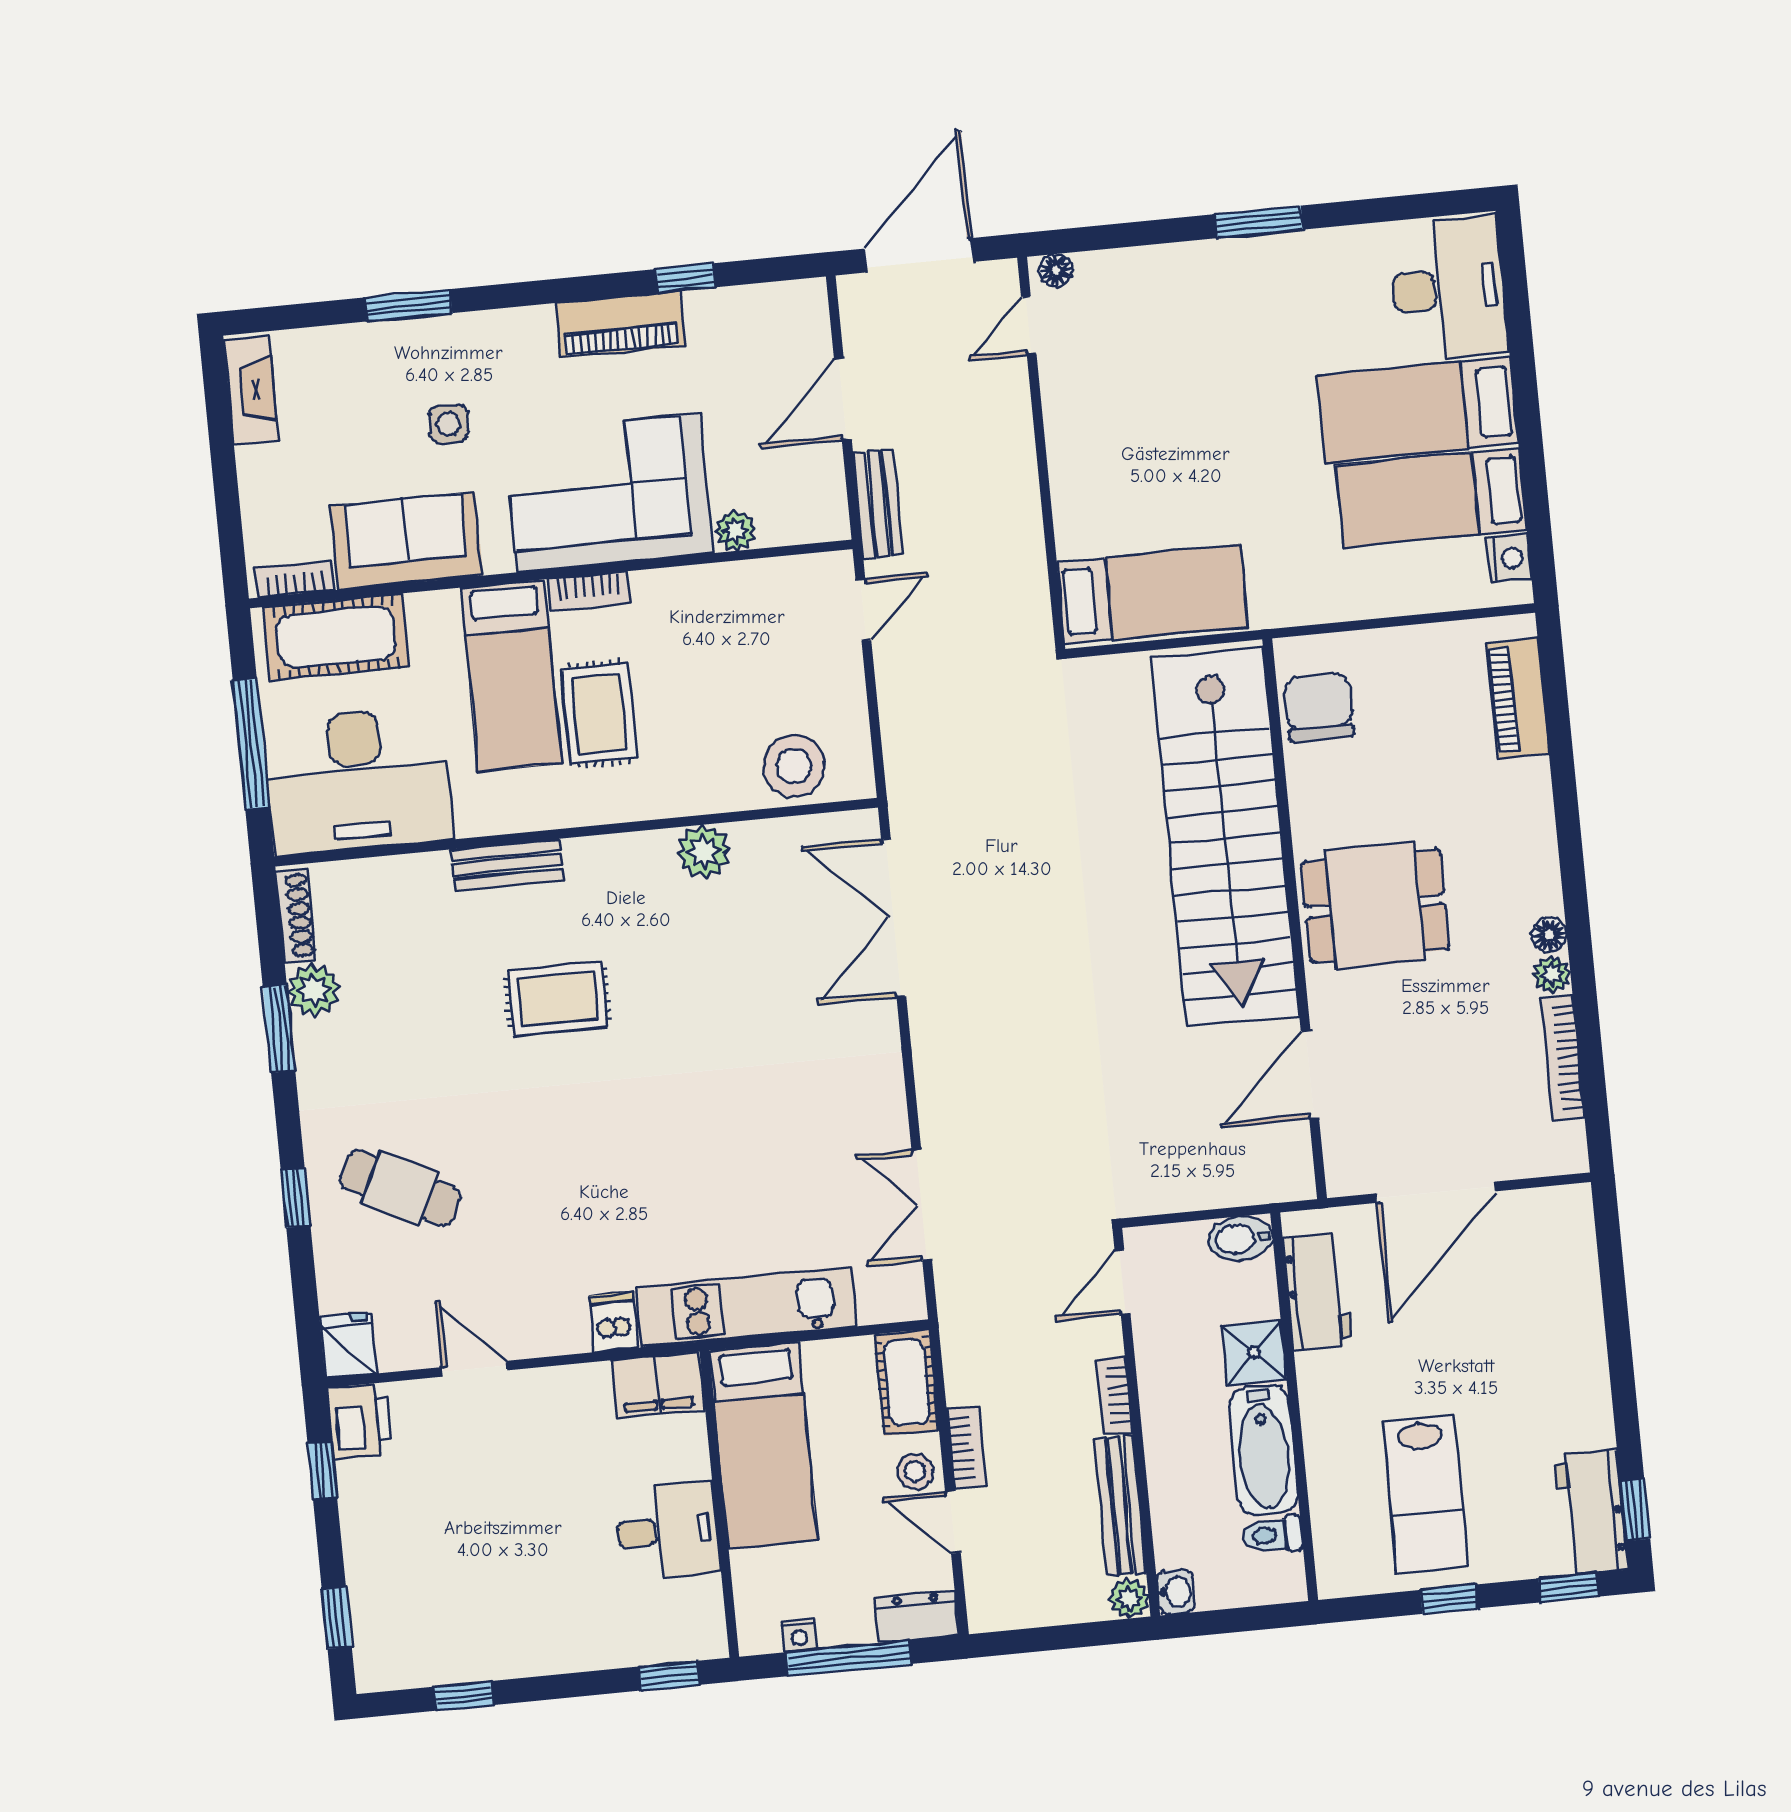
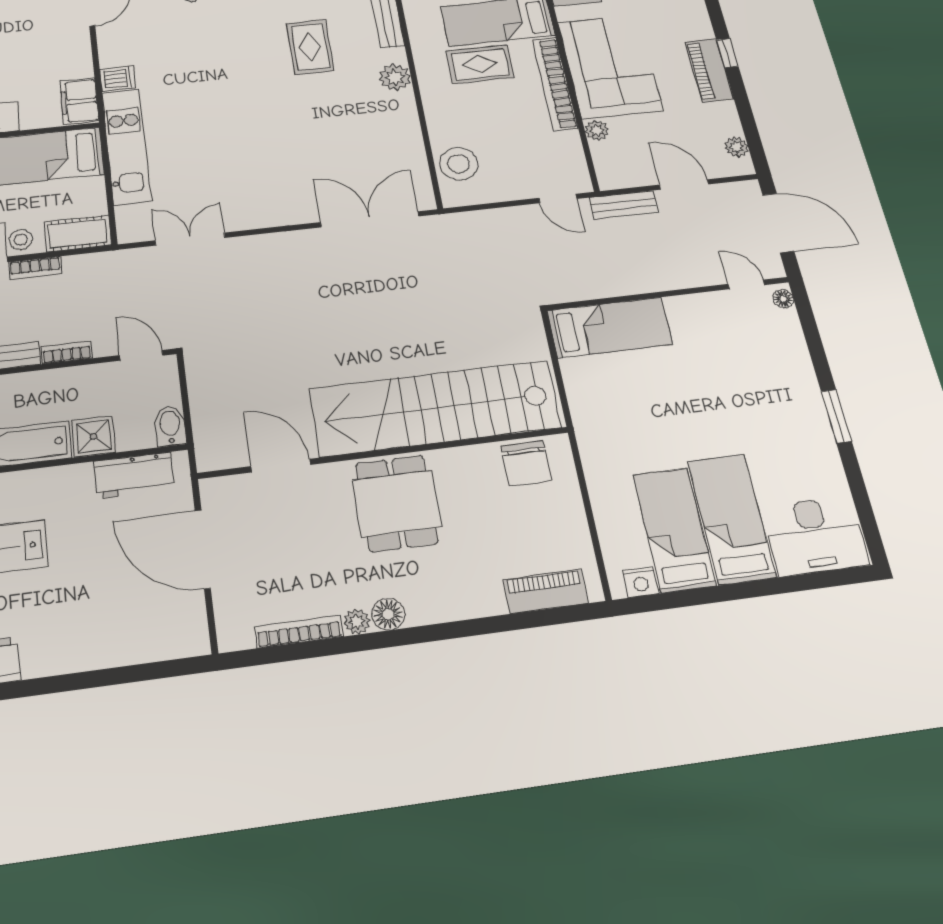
window: (685, 278) -> (727, 53), moved
plant: (773, 301) -> (736, 147), added
bookcase: (588, 591) -> (555, 84), width x2.31, depth x1.31
bed: (1152, 594) -> (610, 327), moved, turned -90
chair: (1319, 707) -> (526, 463), turned 90
plant: (703, 852) -> (395, 78), moved
floor lamp: (1549, 935) -> (388, 614), width x1.37, depth x1.37

